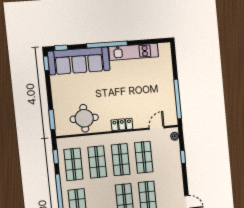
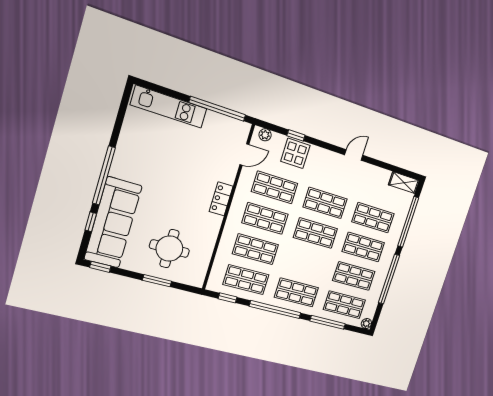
window: (61, 48) -> (91, 222), moved
kitchen unit: (134, 52) -> (169, 107), moved, turned 90
round table: (84, 118) -> (169, 249), moved
window: (52, 120) -> (157, 281), moved
door: (157, 128) -> (244, 155), swing flipped
display table: (172, 162) -> (295, 153), added

